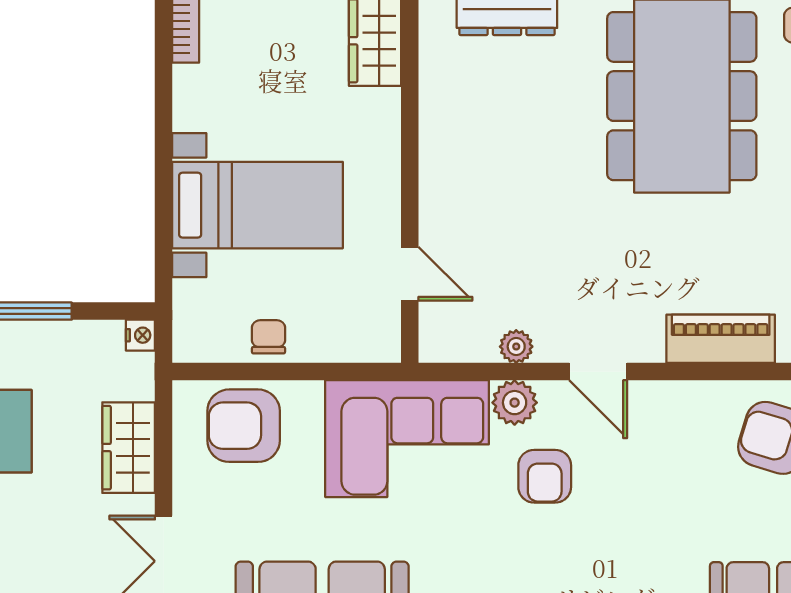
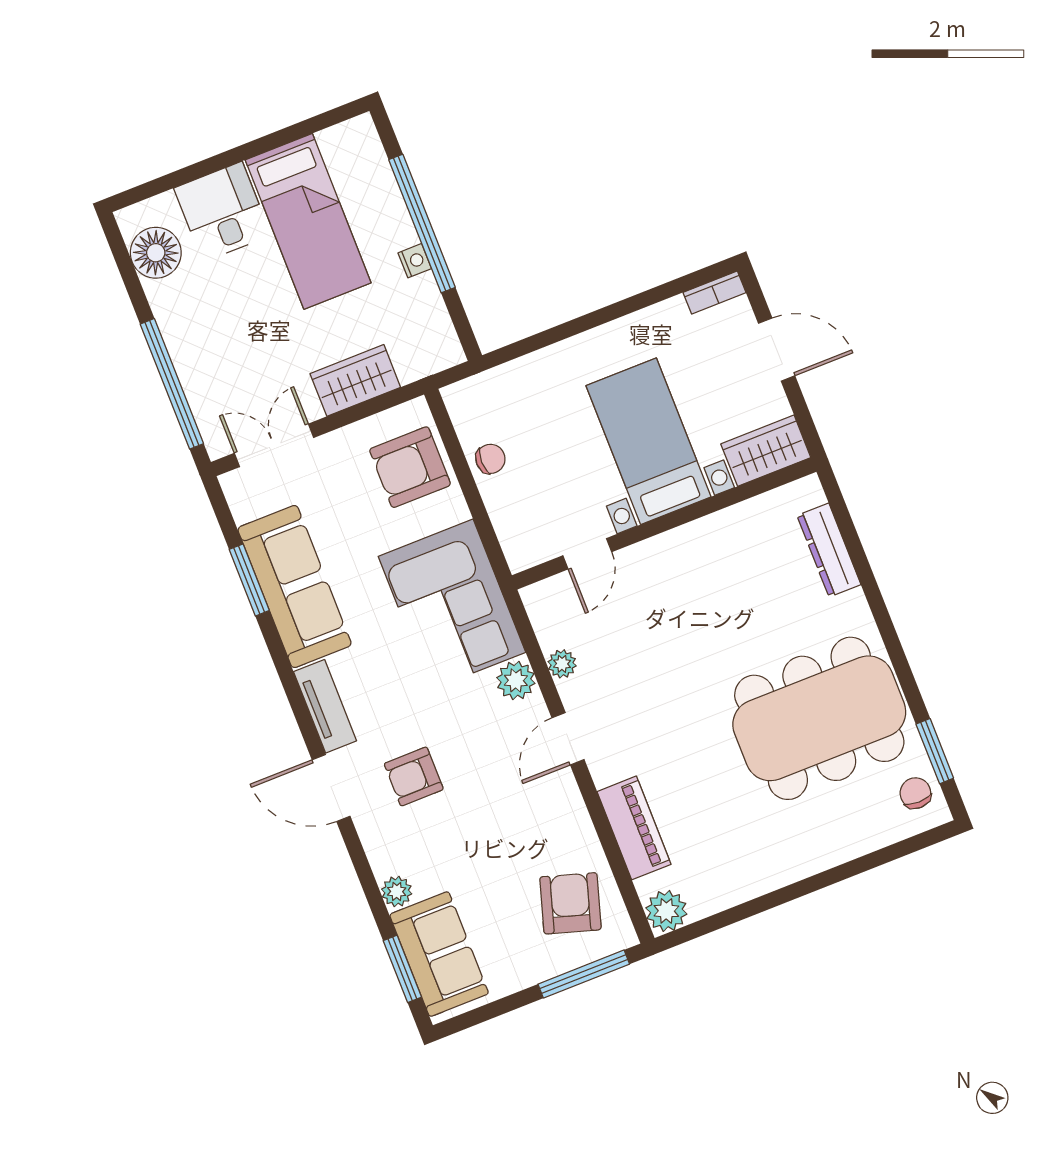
bed with nightstands: (258, 205) -> (649, 441), moved, turned 180
nightstand: (140, 335) -> (415, 261), moved, turned -90
armchair: (244, 426) -> (410, 467), turned -90
armchair: (545, 476) -> (414, 776), moved

